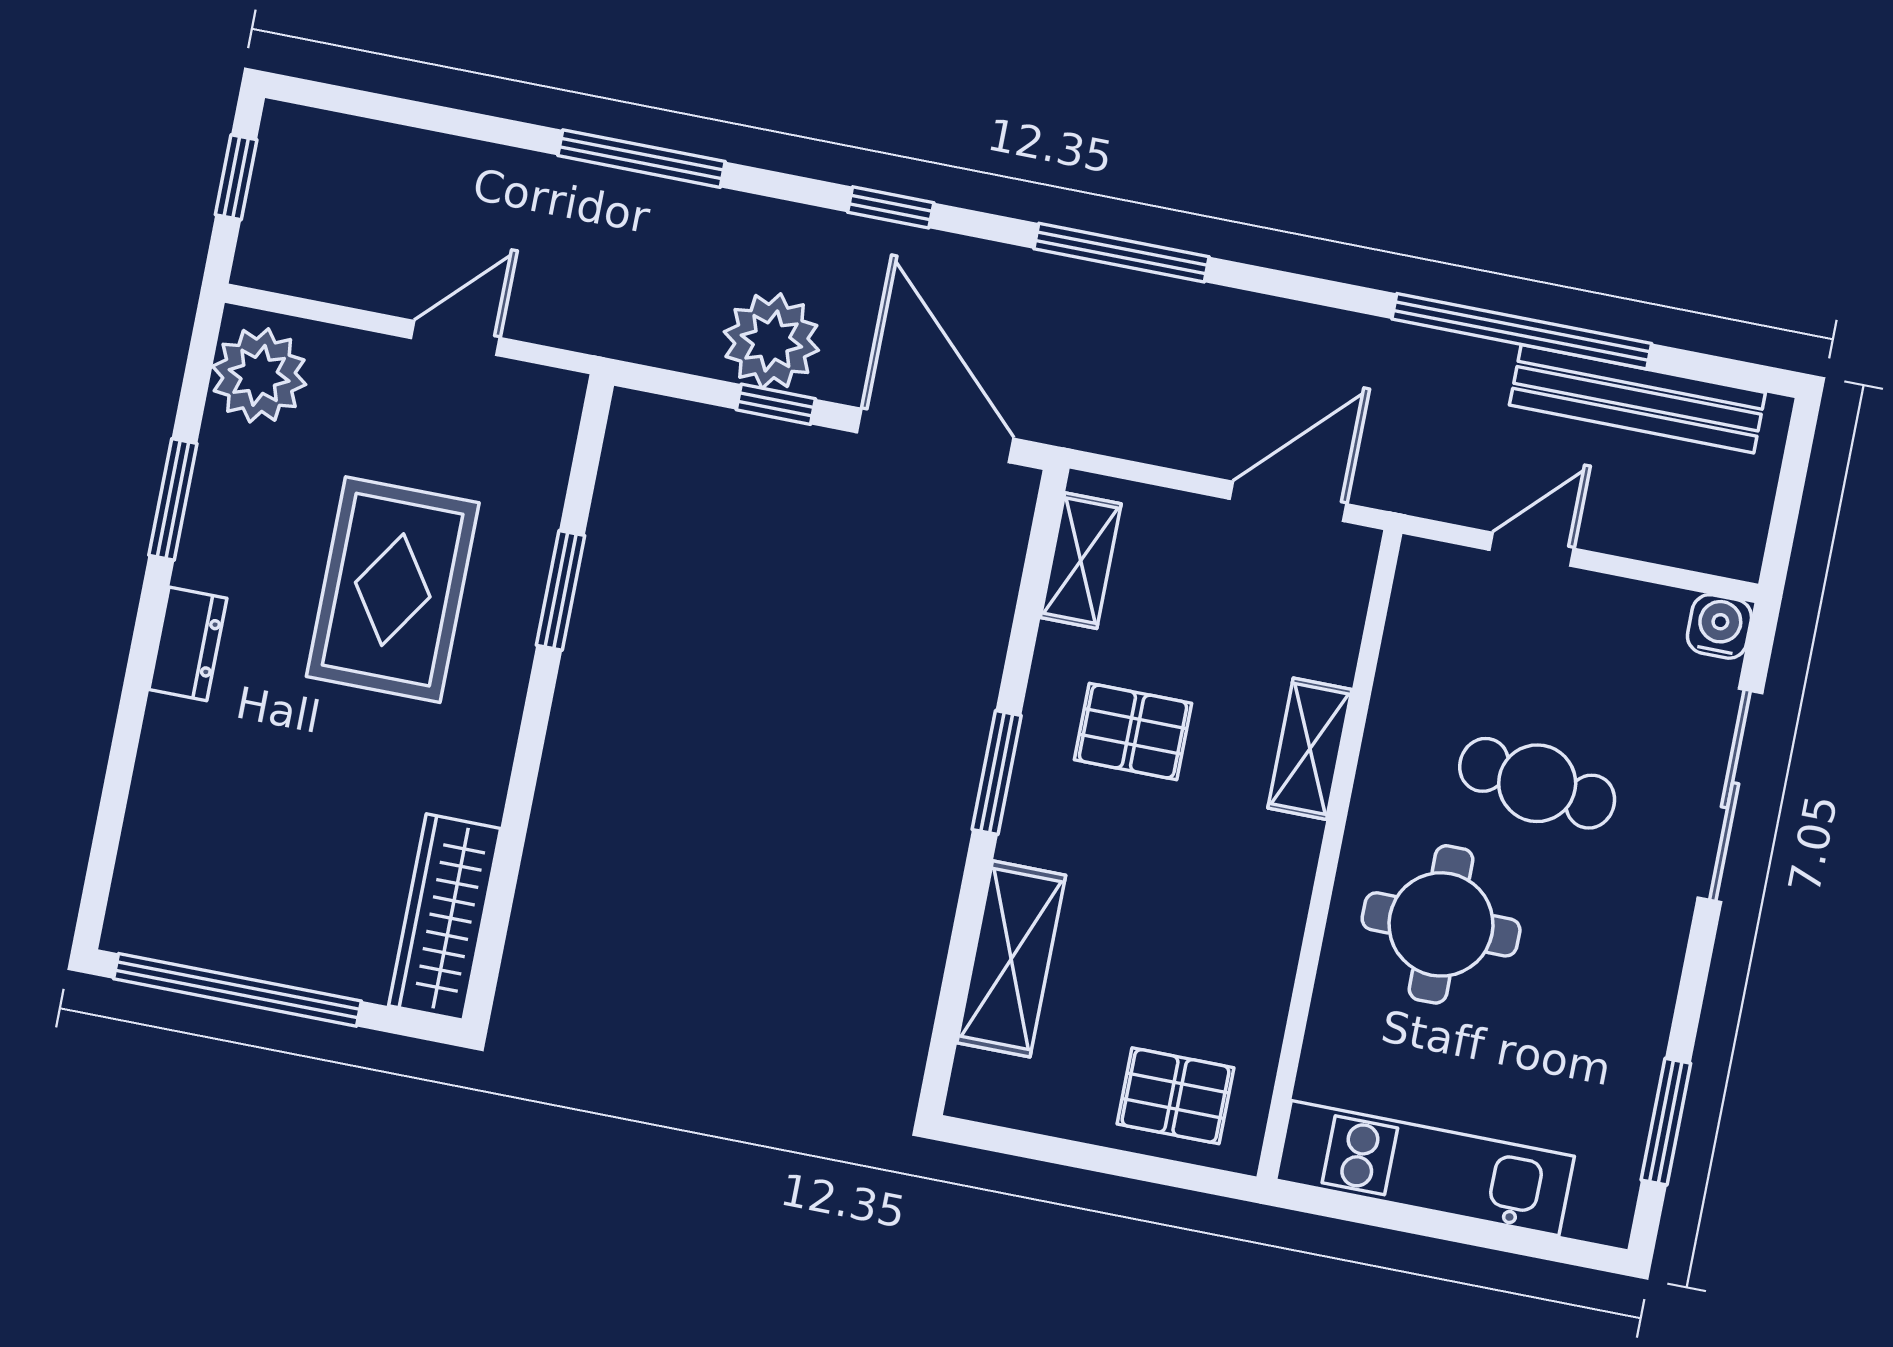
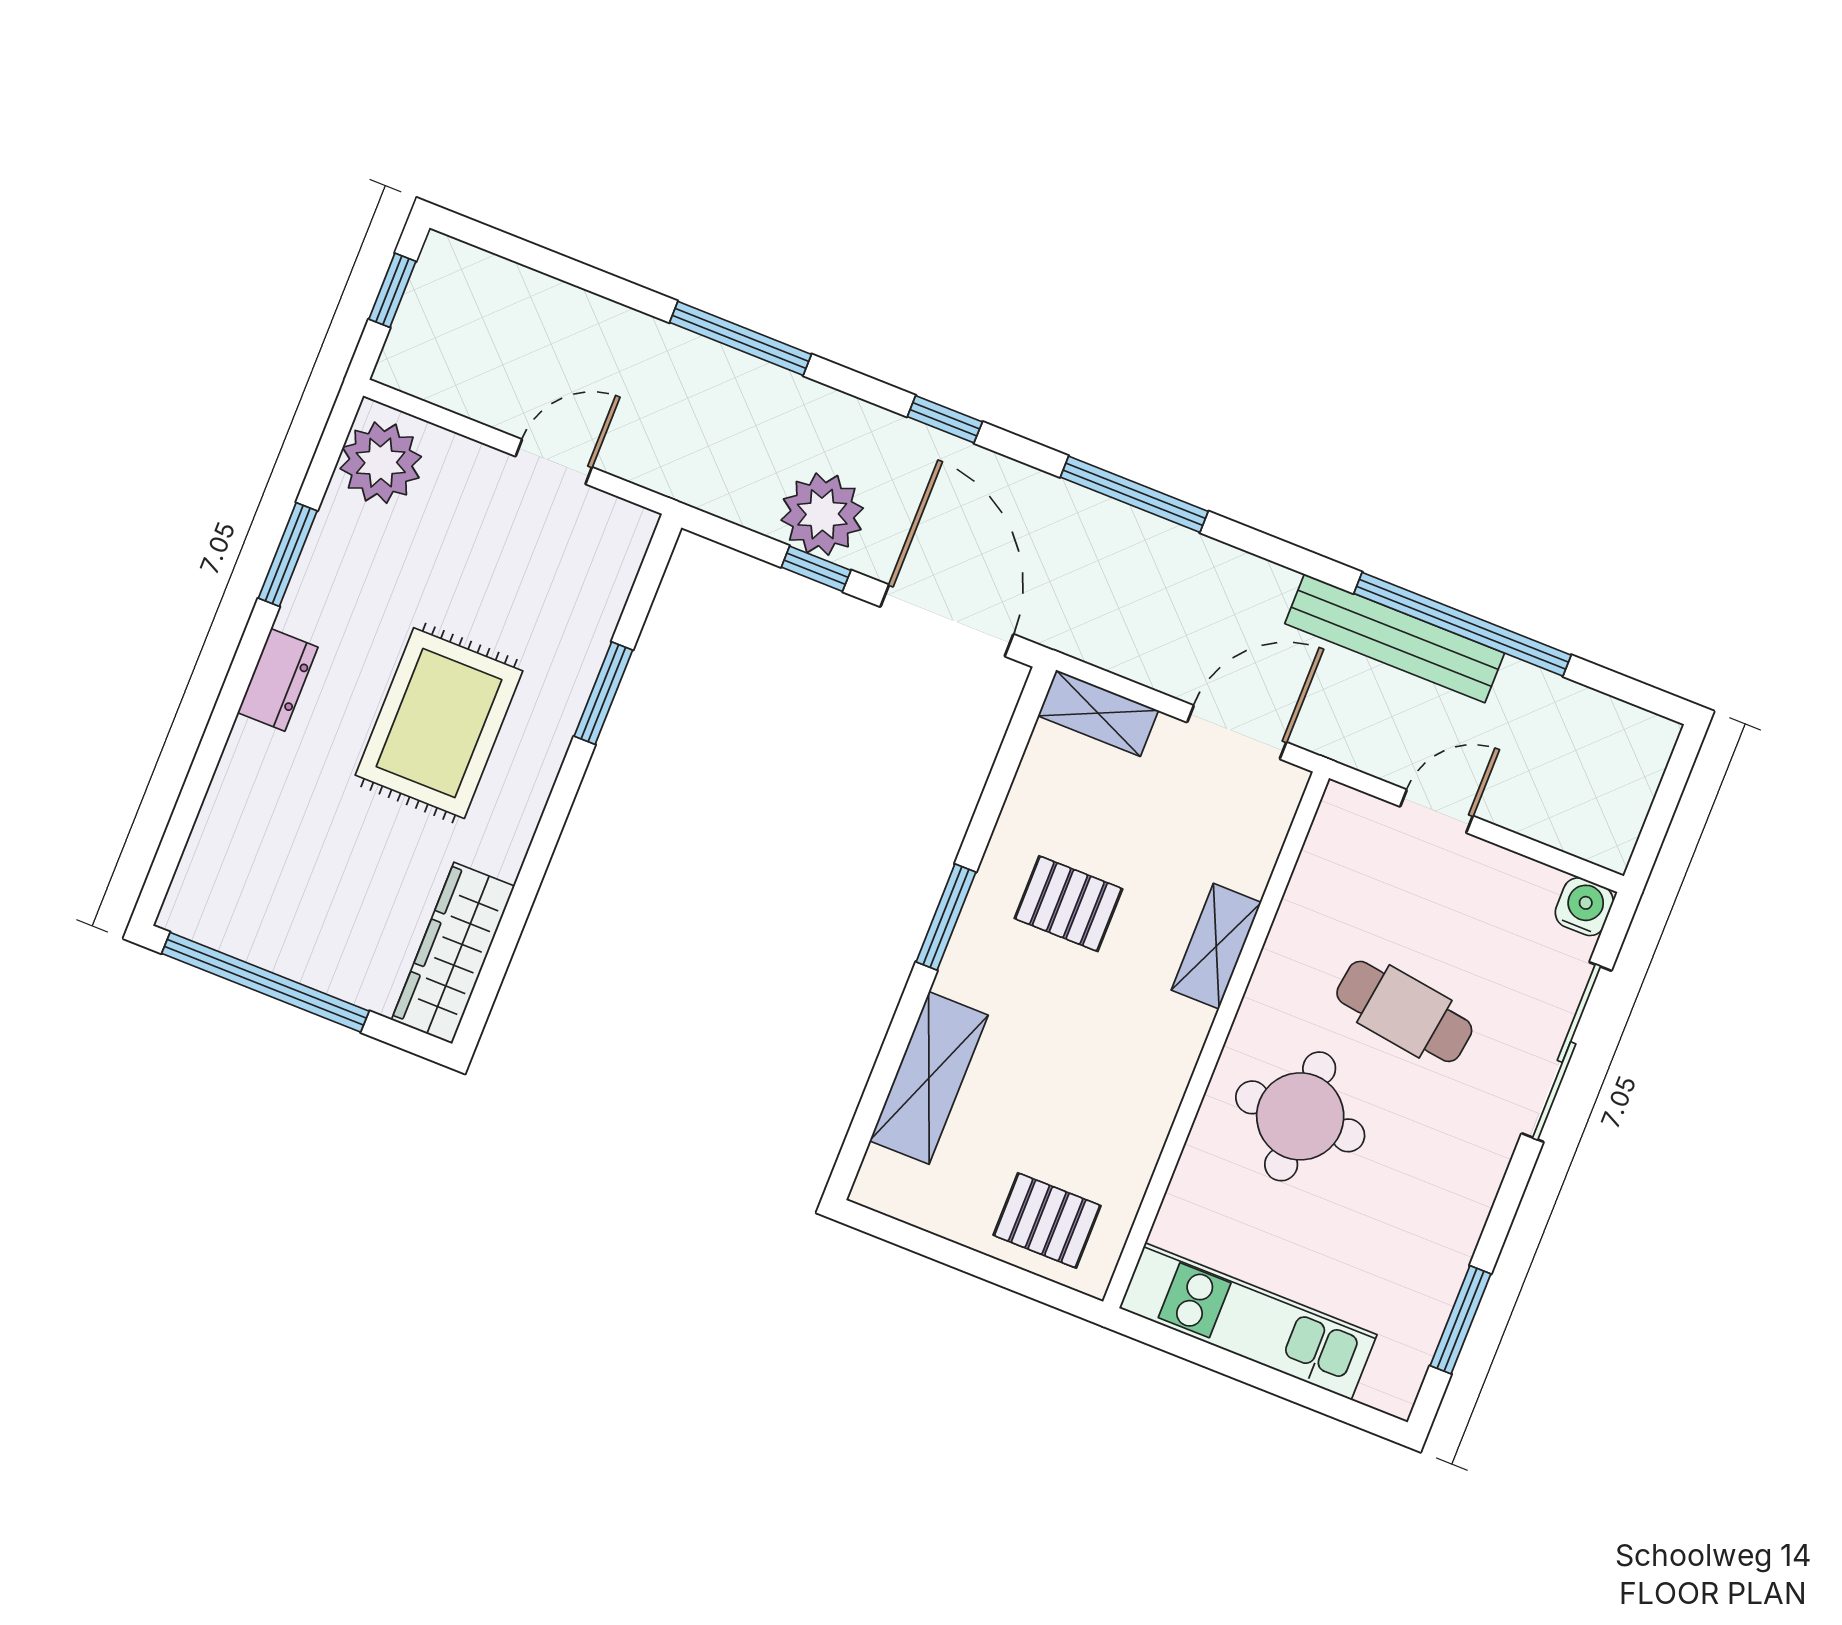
bench: (1637, 399) -> (1395, 638), moved
shelving: (1081, 561) -> (1098, 713), moved, turned 90
rug: (393, 590) -> (439, 723), moved

